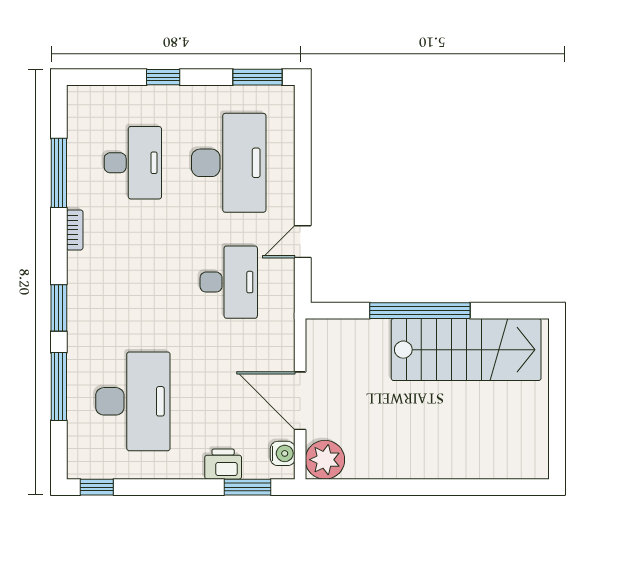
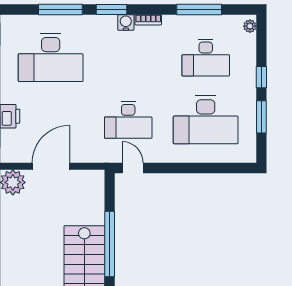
window: (257, 77) -> (261, 117), moved
plant: (84, 95) -> (250, 26), added
bookcase: (75, 230) -> (148, 20), moved
door: (303, 242) -> (133, 168), moved
water cooler: (283, 453) -> (126, 22), moved, turned 180

